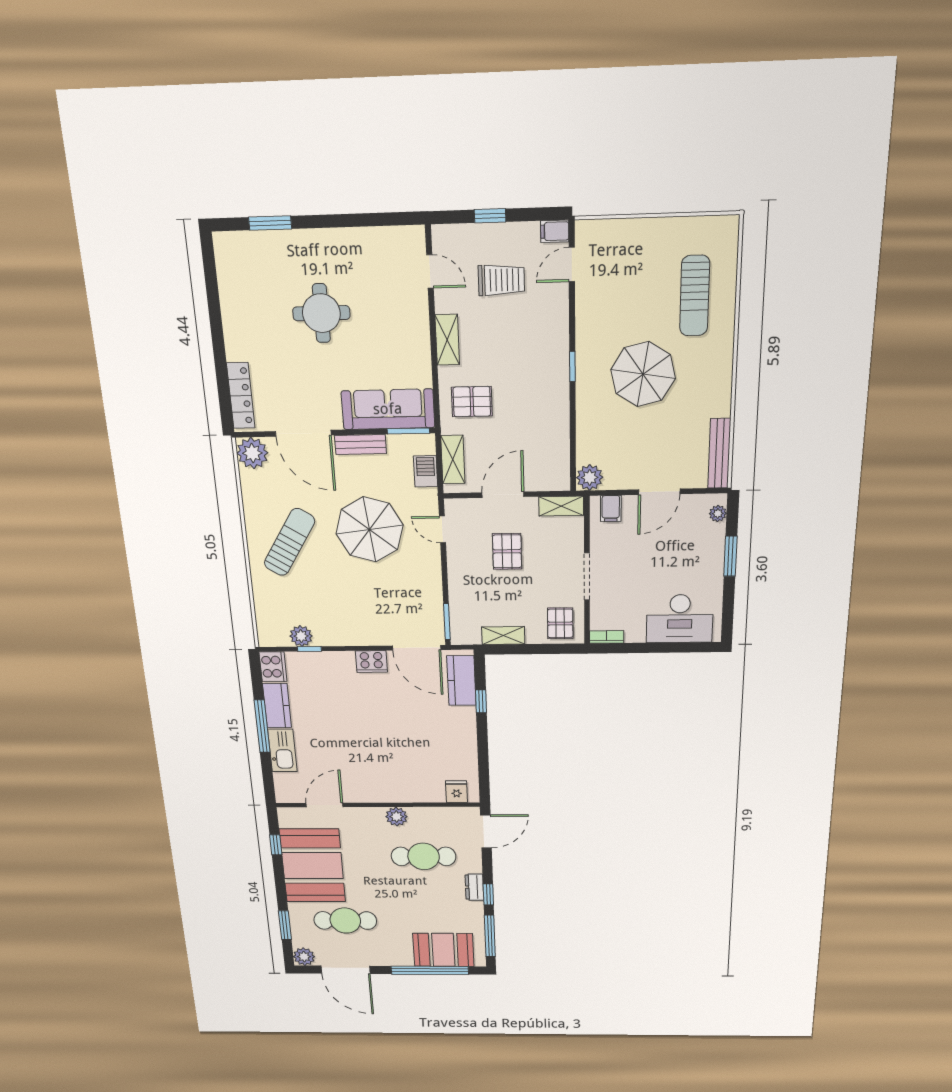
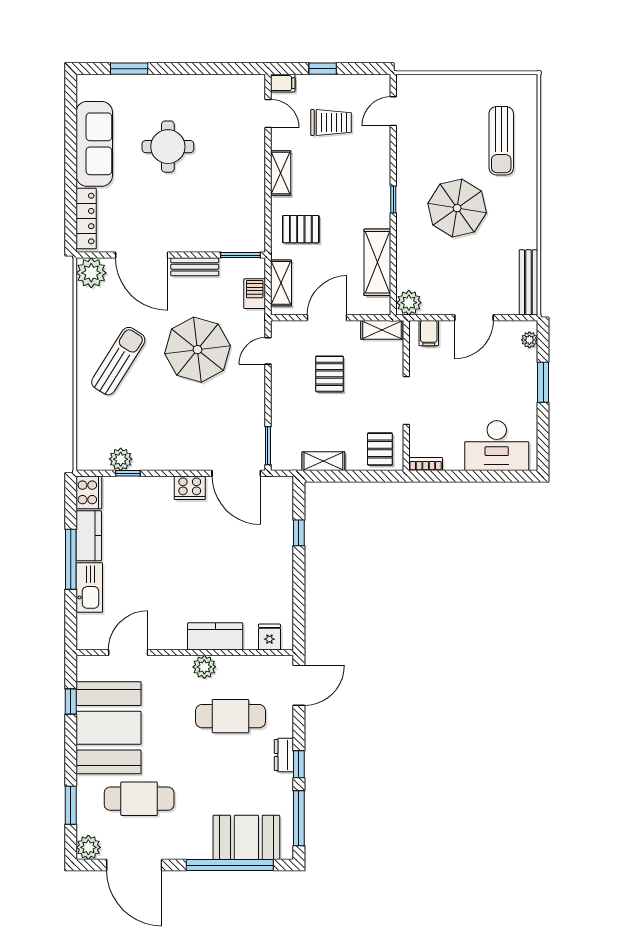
filing cabinet: (555, 231) -> (283, 83), moved, turned 180
sofa: (388, 409) -> (94, 144), moved, turned 90
shelving: (556, 435) -> (377, 262), added
door: (442, 529) -> (268, 351), hinge flipped
kitchen counter: (461, 681) -> (215, 636), moved, turned 90

